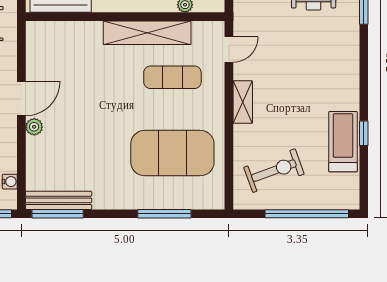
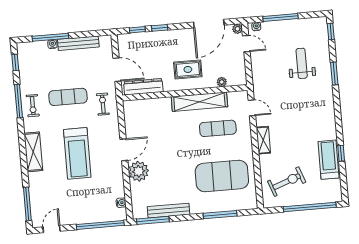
door: (229, 50) -> (252, 108), hinge flipped
plant: (34, 127) -> (139, 171), width x1.88, depth x1.88
bench: (59, 200) -> (168, 211), moved

